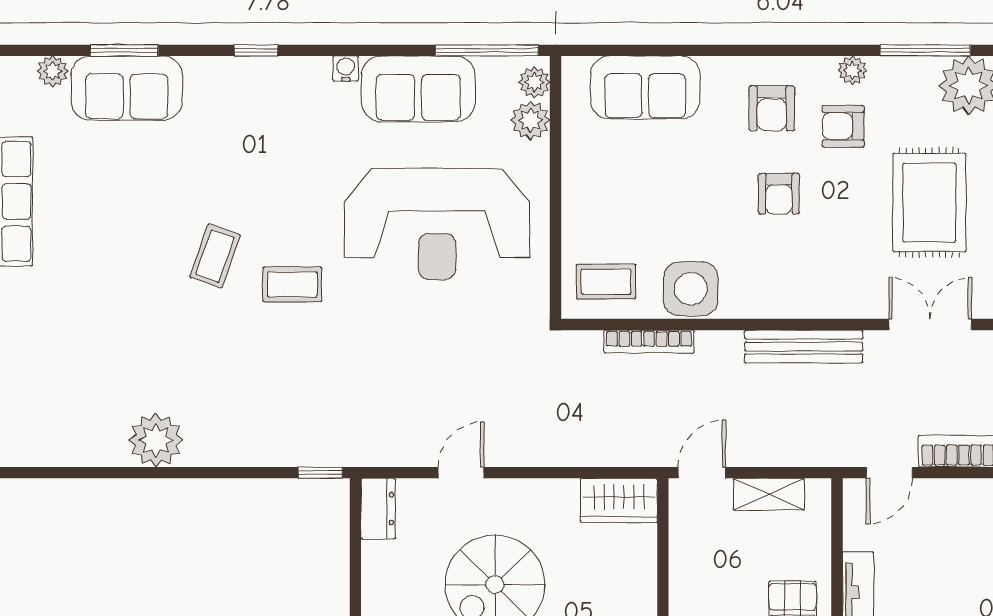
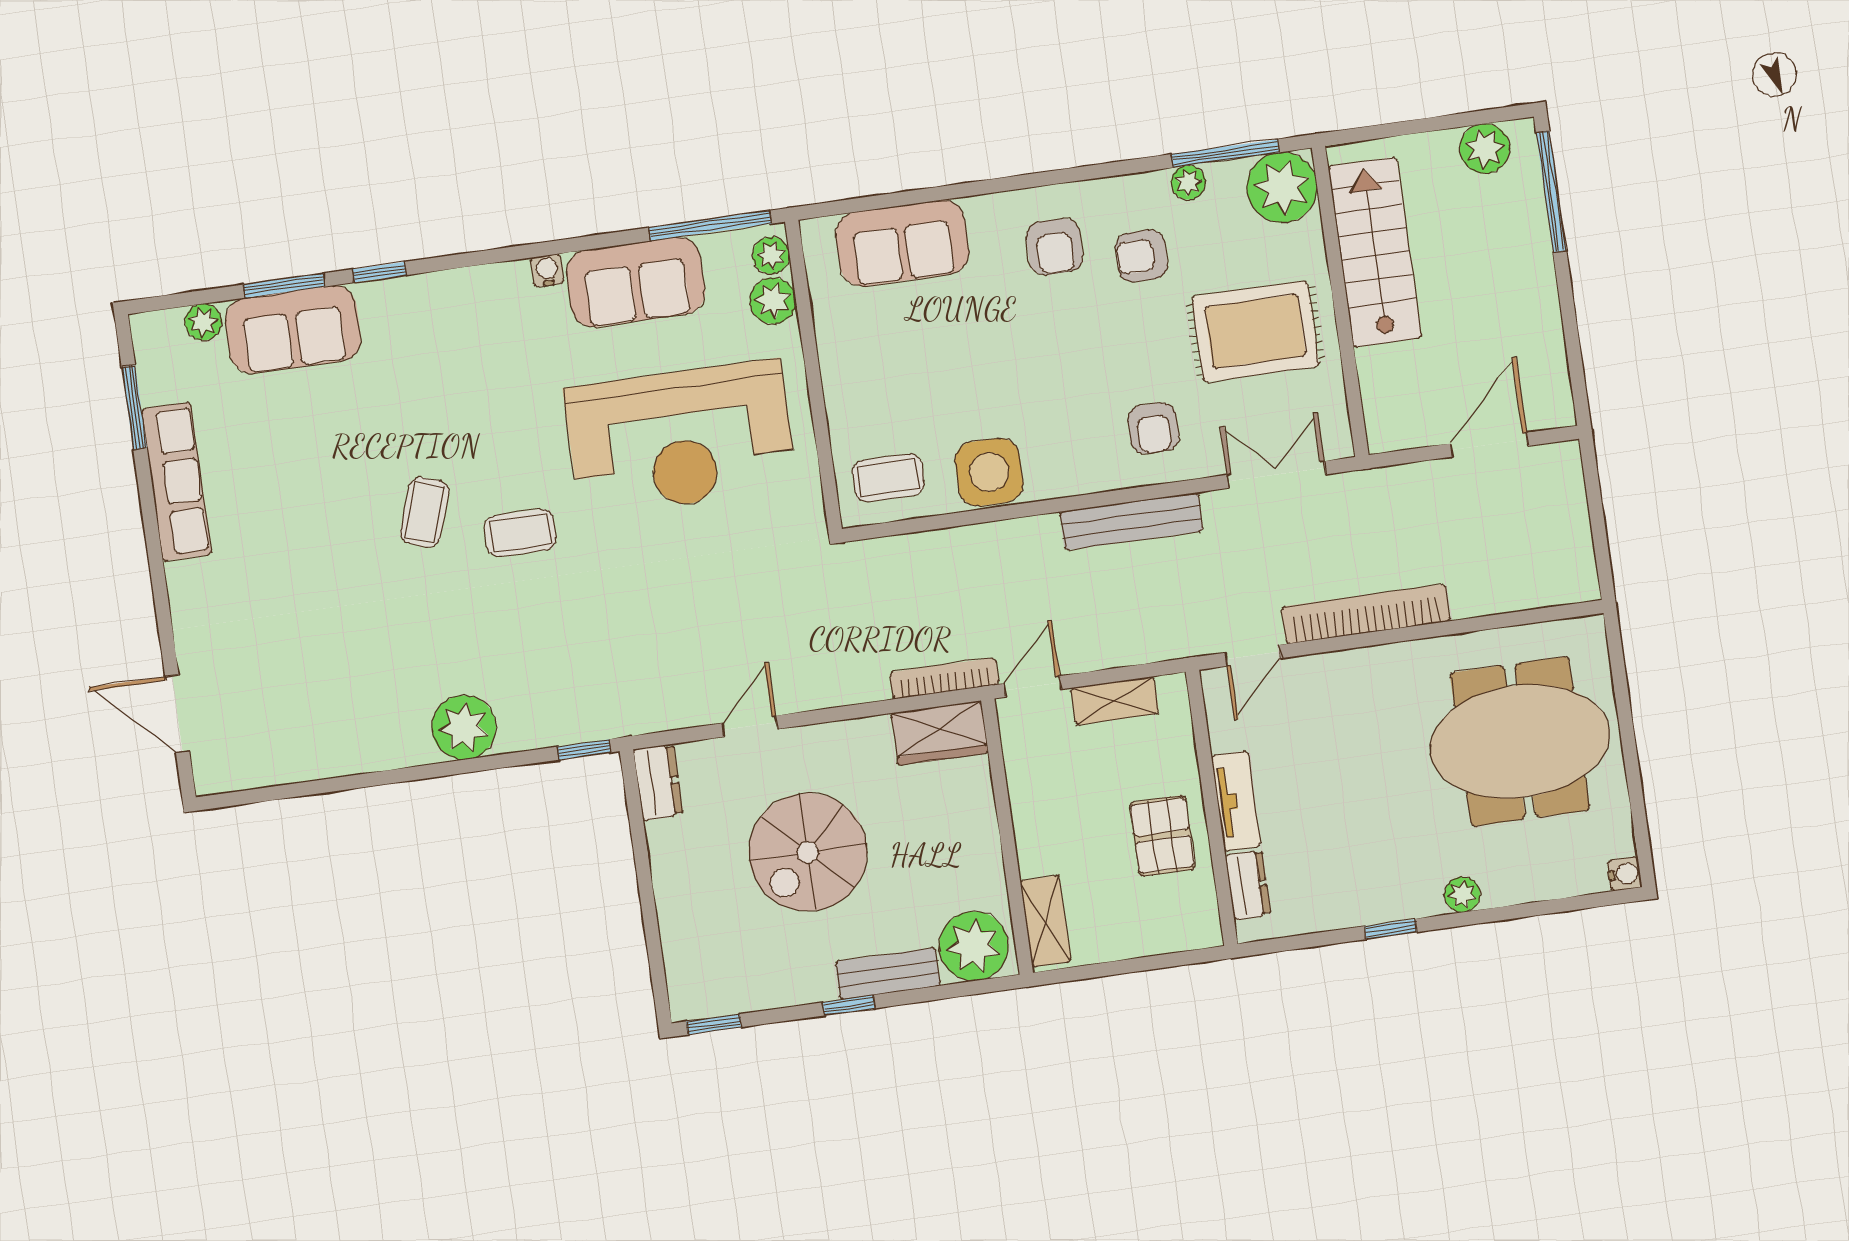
window: (256, 50) -> (380, 272), moved
plant: (852, 70) -> (1188, 182), moved
armchair: (779, 194) -> (1153, 428), moved
rug: (929, 202) -> (1255, 331), turned 90
bookcase: (649, 342) -> (944, 678), moved, turned 180
plant: (156, 440) -> (464, 727), moved

